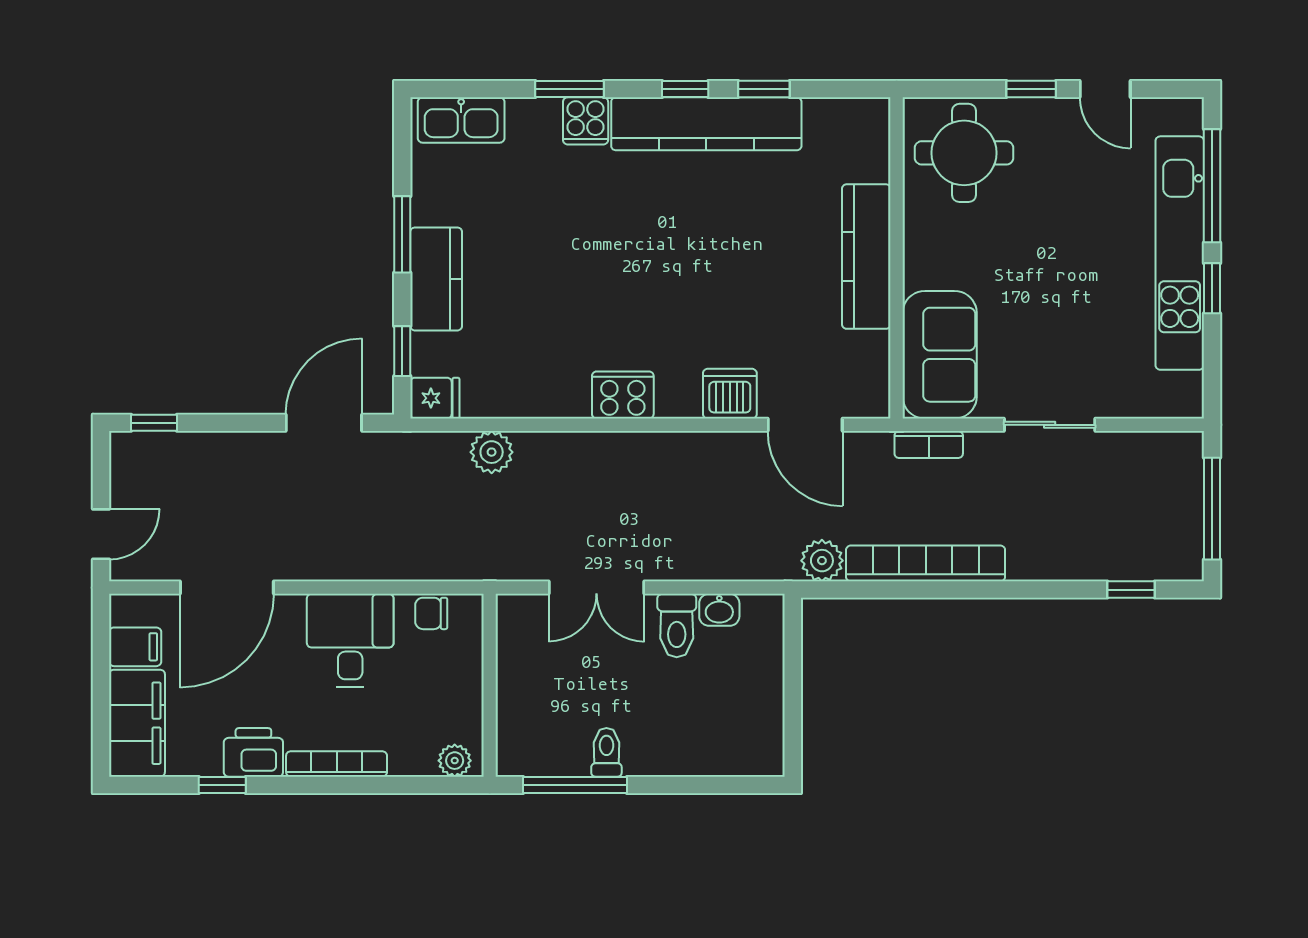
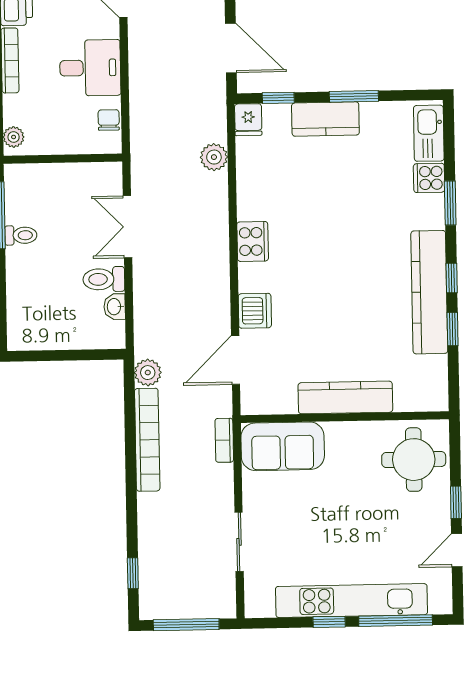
cooker: (586, 121) -> (429, 178), moved
sliding door: (1050, 425) -> (239, 542), moved

